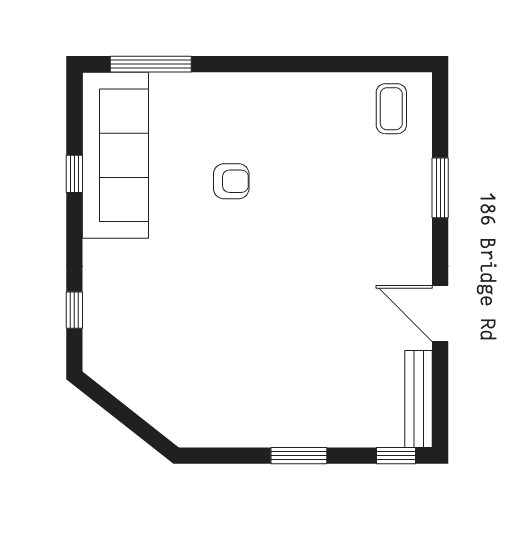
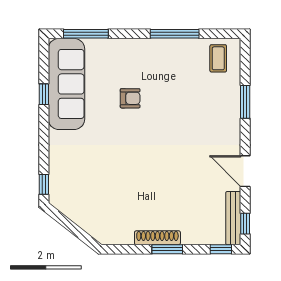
window: (312, 64) -> (175, 34), added
window: (74, 310) -> (44, 184), moved
window: (440, 409) -> (245, 224), added
shoe rack: (281, 435) -> (157, 238), added

